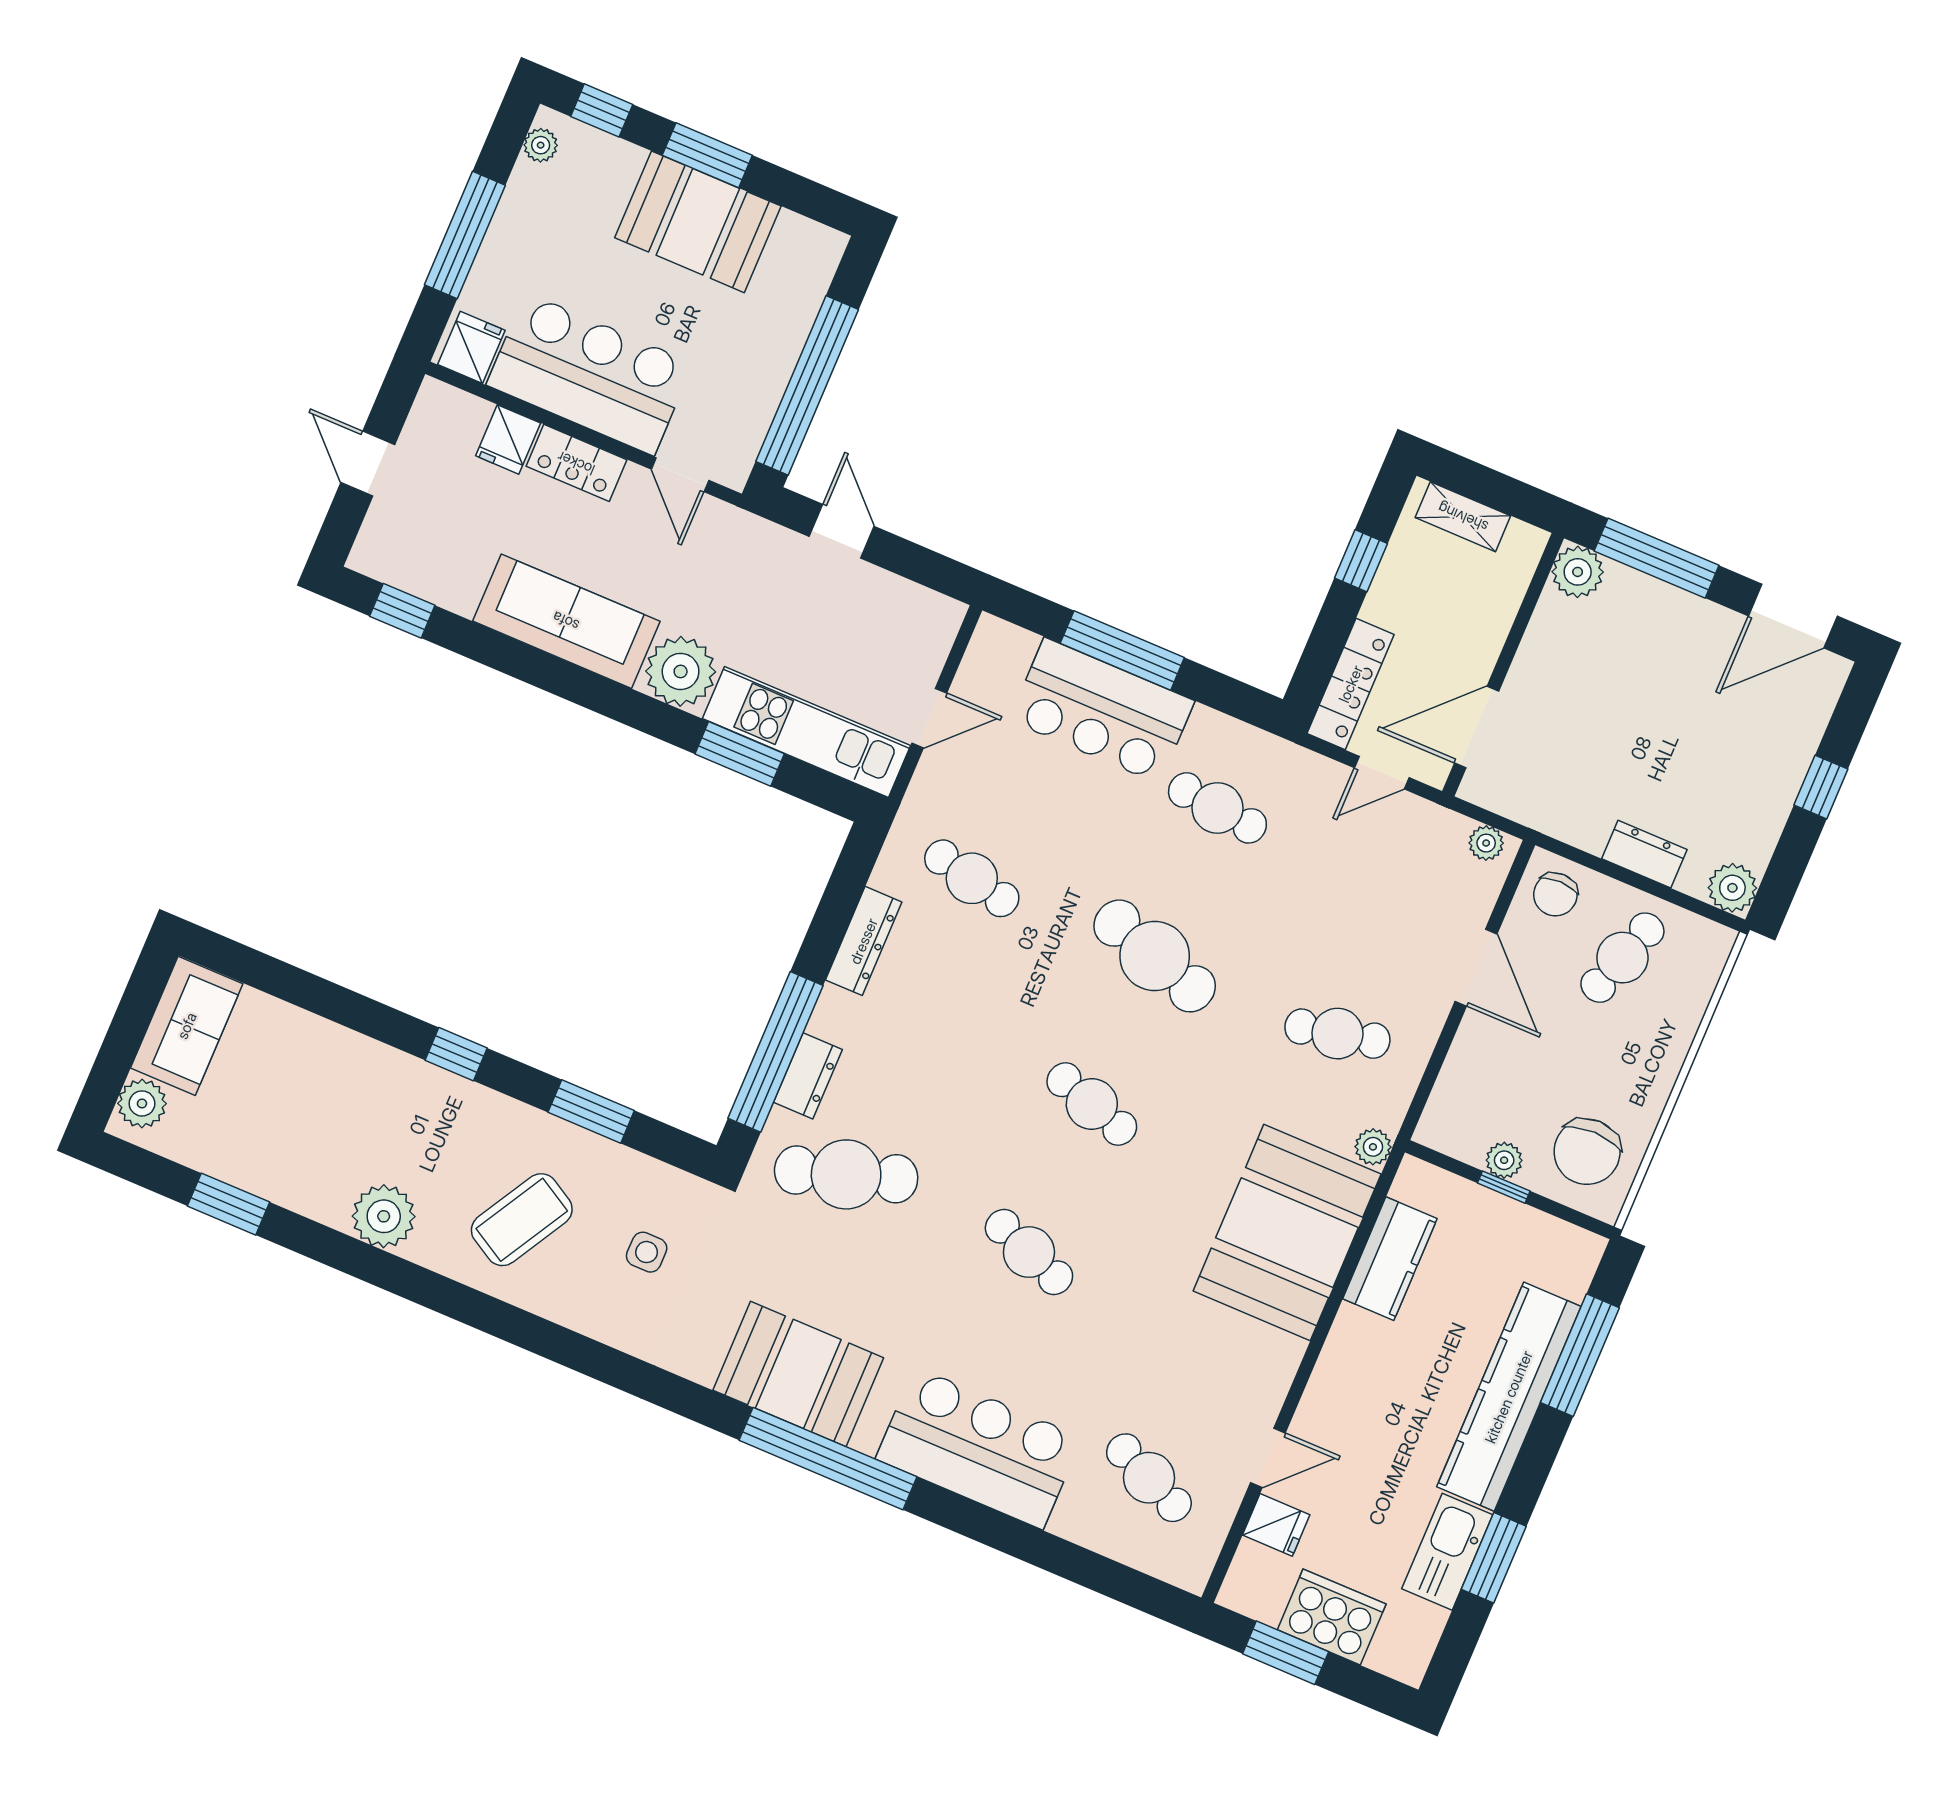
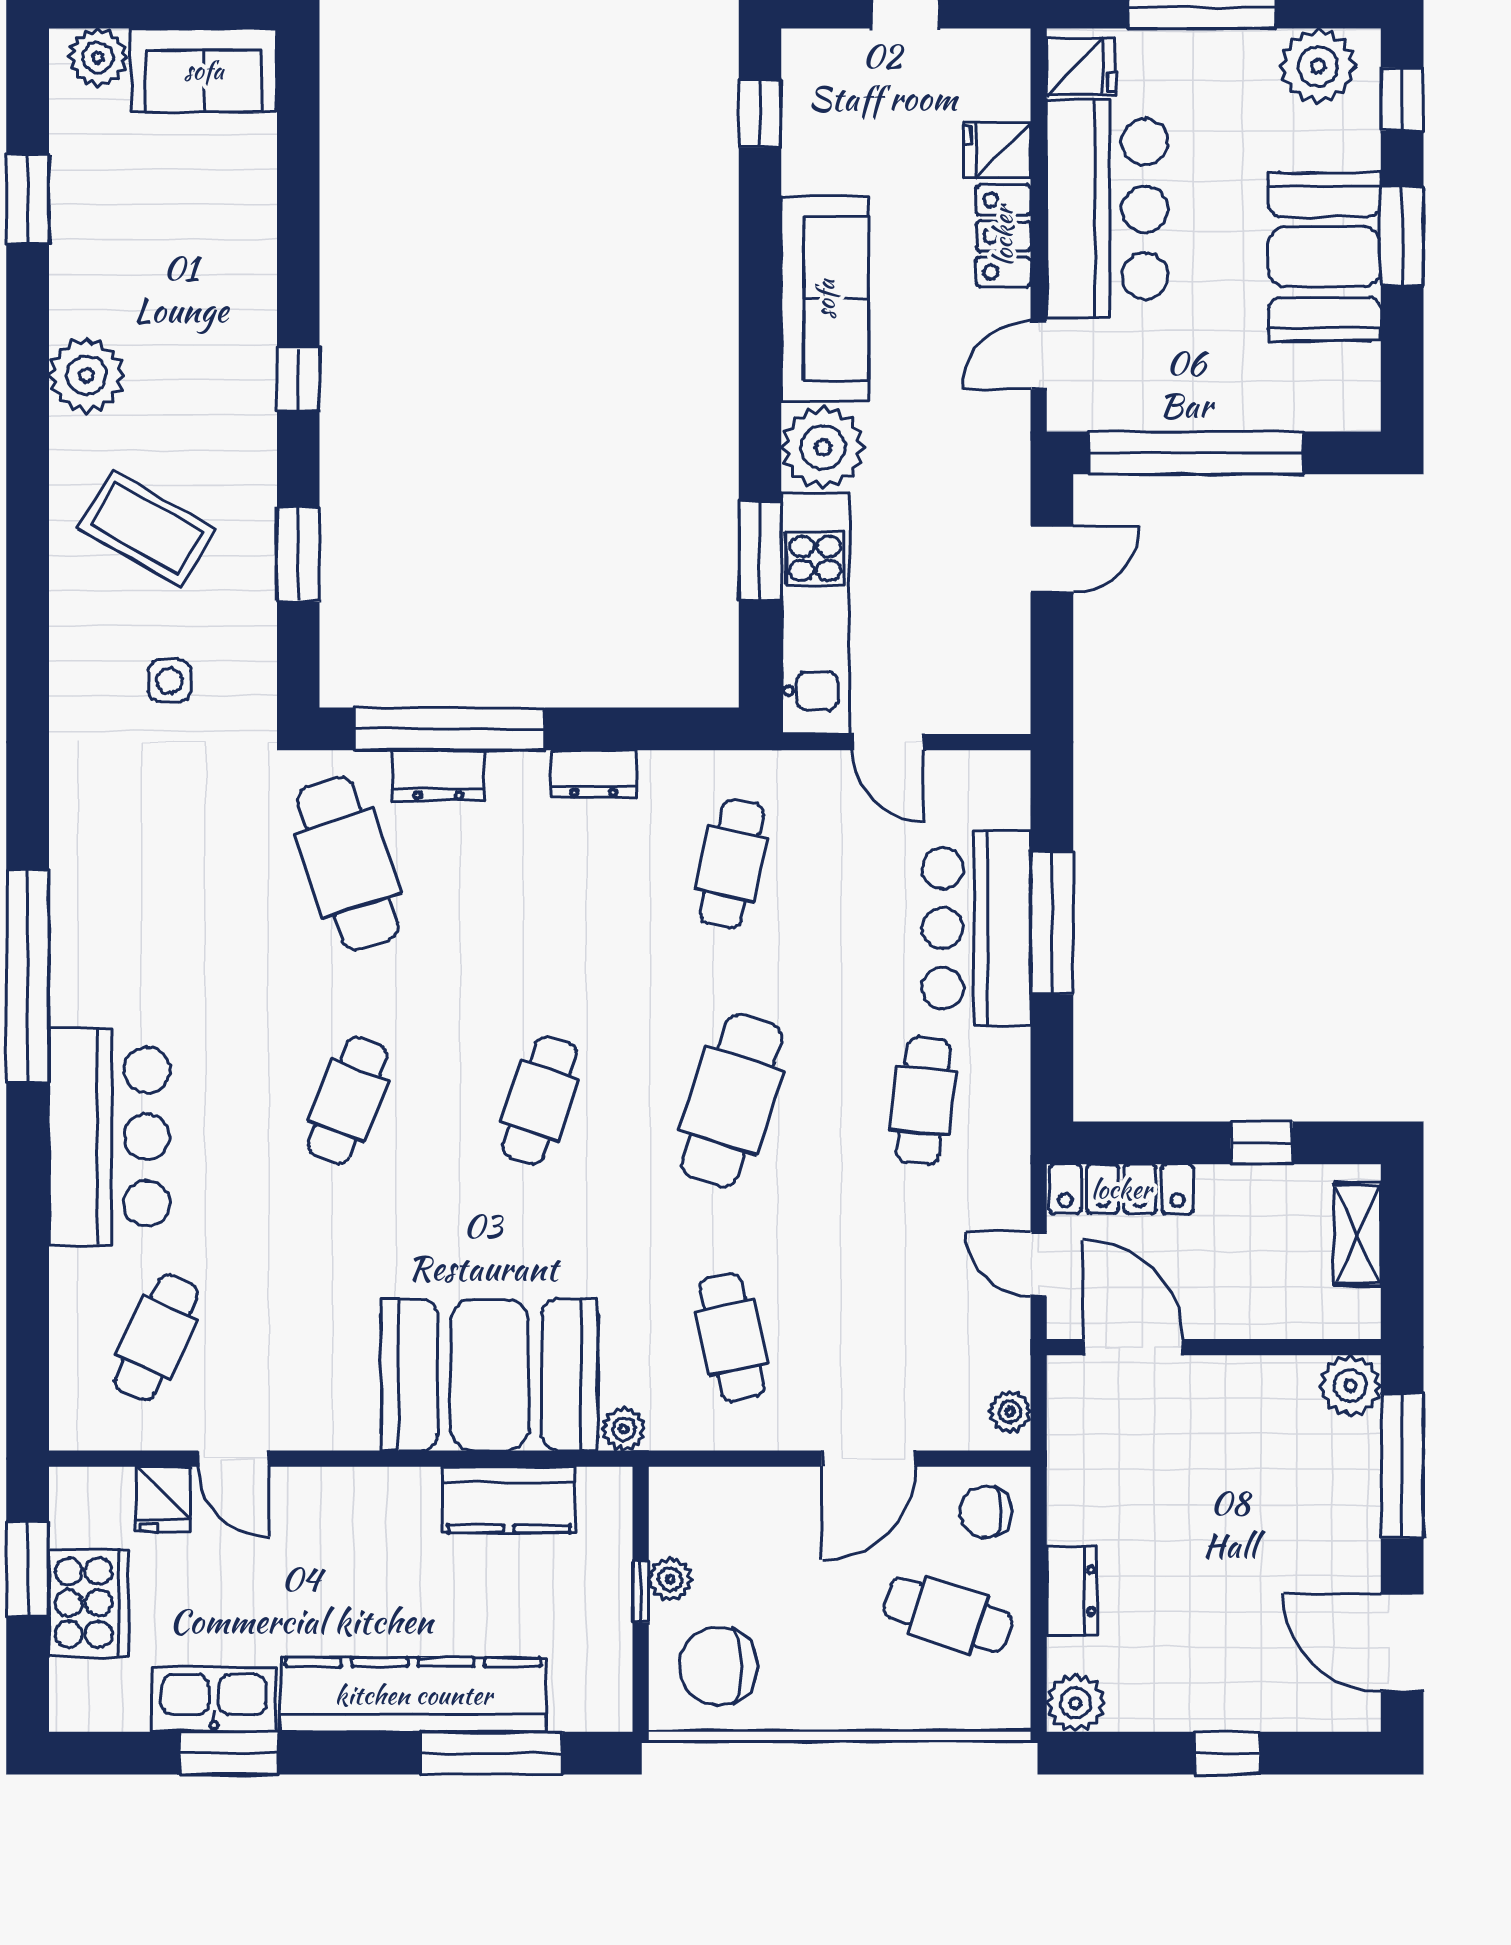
plant: (541, 145) -> (1318, 66), width x1.88, depth x1.88
dresser: (864, 941) -> (594, 774), width x0.70
booth: (798, 1374) -> (107, 904), removed

